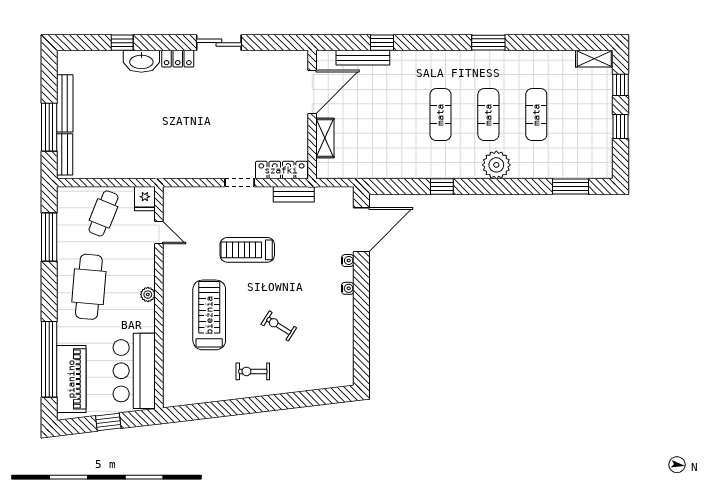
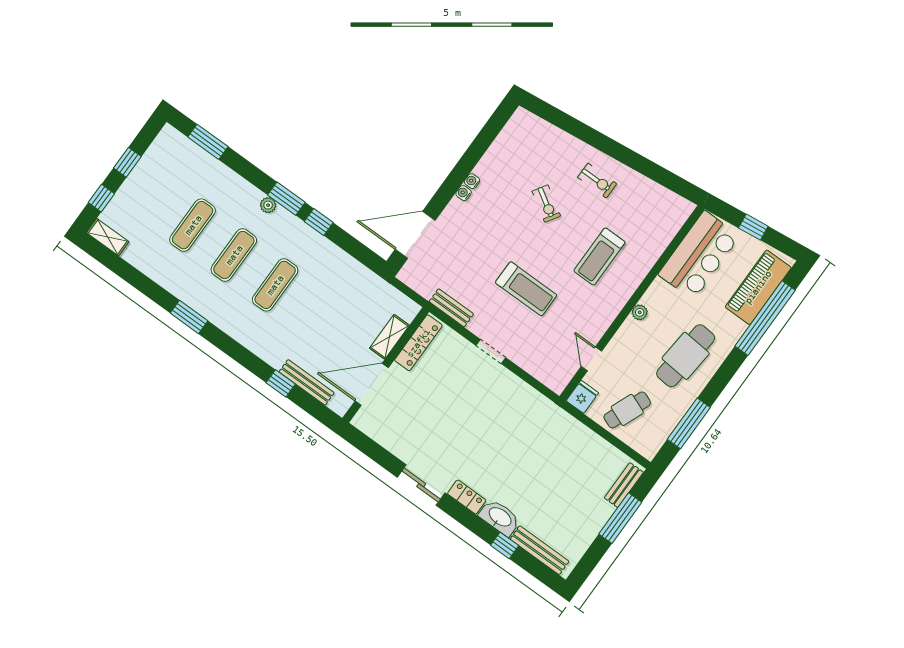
bench: (65, 103) -> (539, 550), moved, turned 90
plant: (496, 165) -> (268, 205), width x0.53, depth x0.53
locker: (281, 170) -> (418, 343), moved, turned -90
window: (479, 186) -> (286, 199), added
water cooler: (348, 260) -> (472, 181), moved
treadmill: (209, 315) -> (599, 256), width x0.73, depth x0.73

